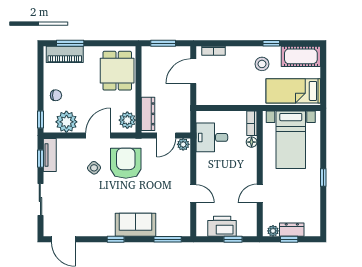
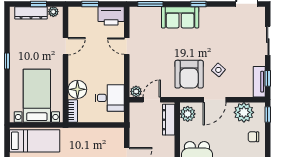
floor lamp: (252, 142) -> (77, 89), width x1.89, depth x1.89
printer: (222, 226) -> (111, 16), moved
dresser: (292, 230) -> (31, 13), width x1.44

